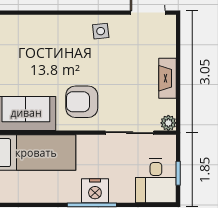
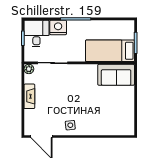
armchair: (82, 102) -> (82, 82), removed
nightstand: (95, 191) -> (58, 27), moved

